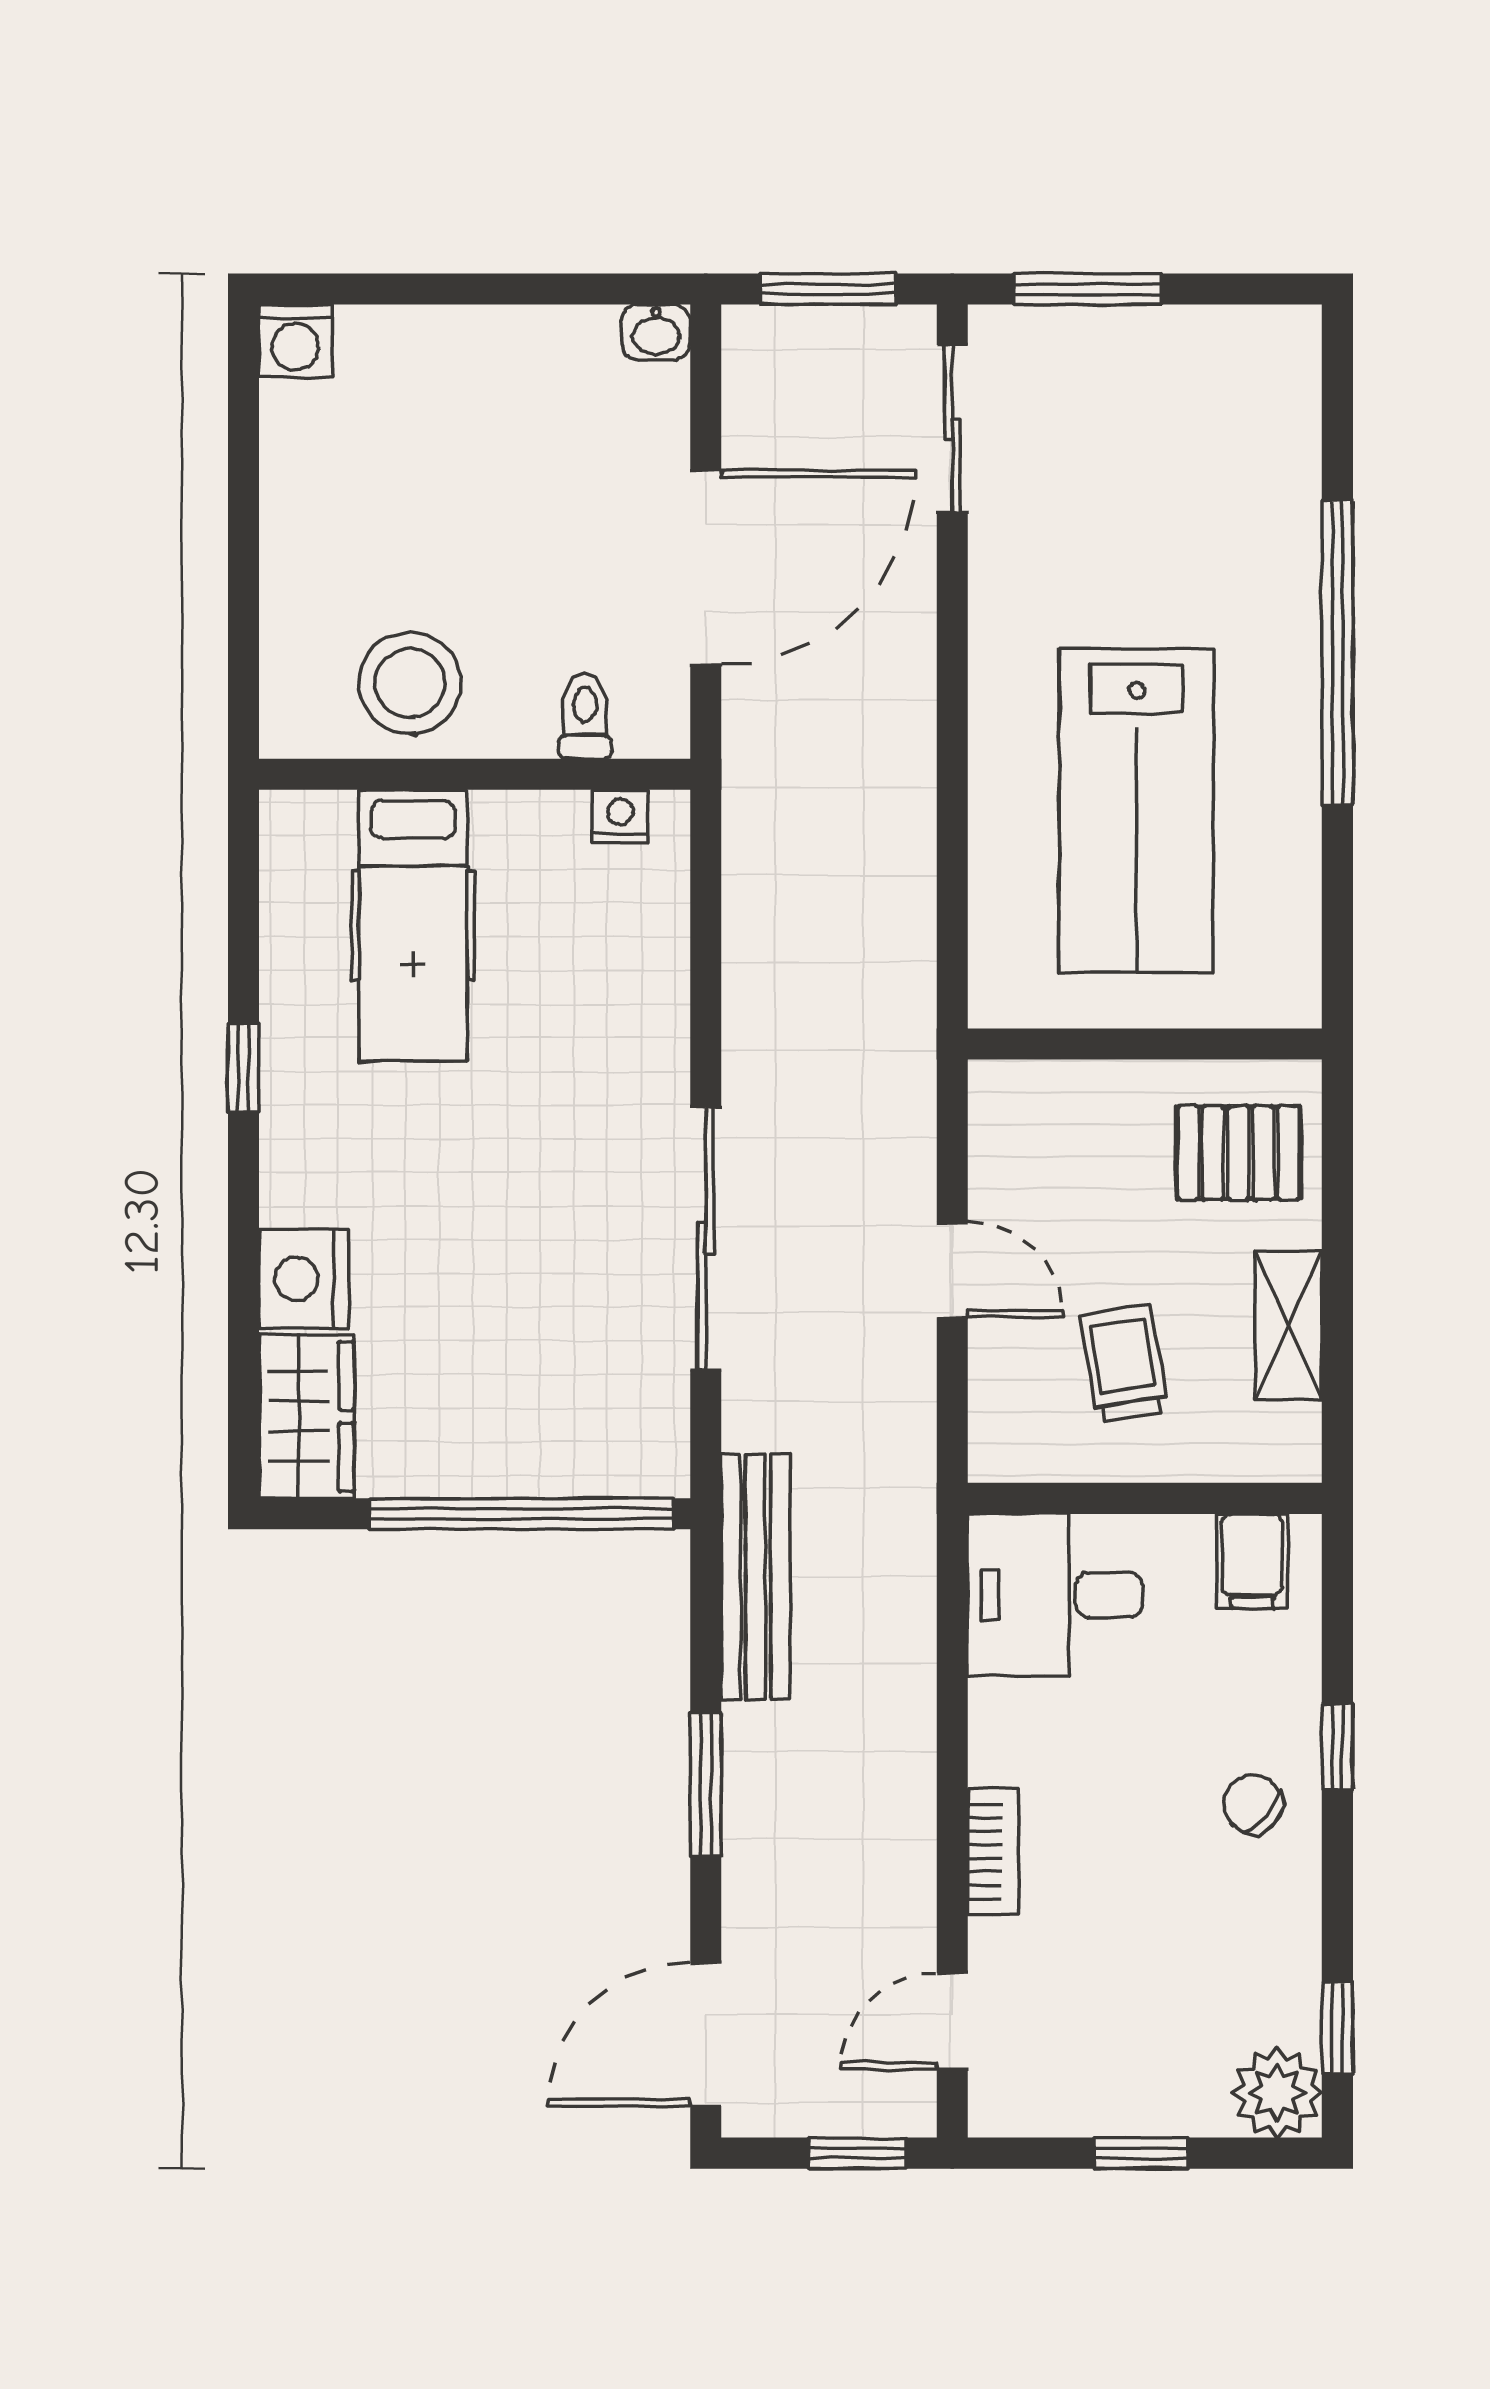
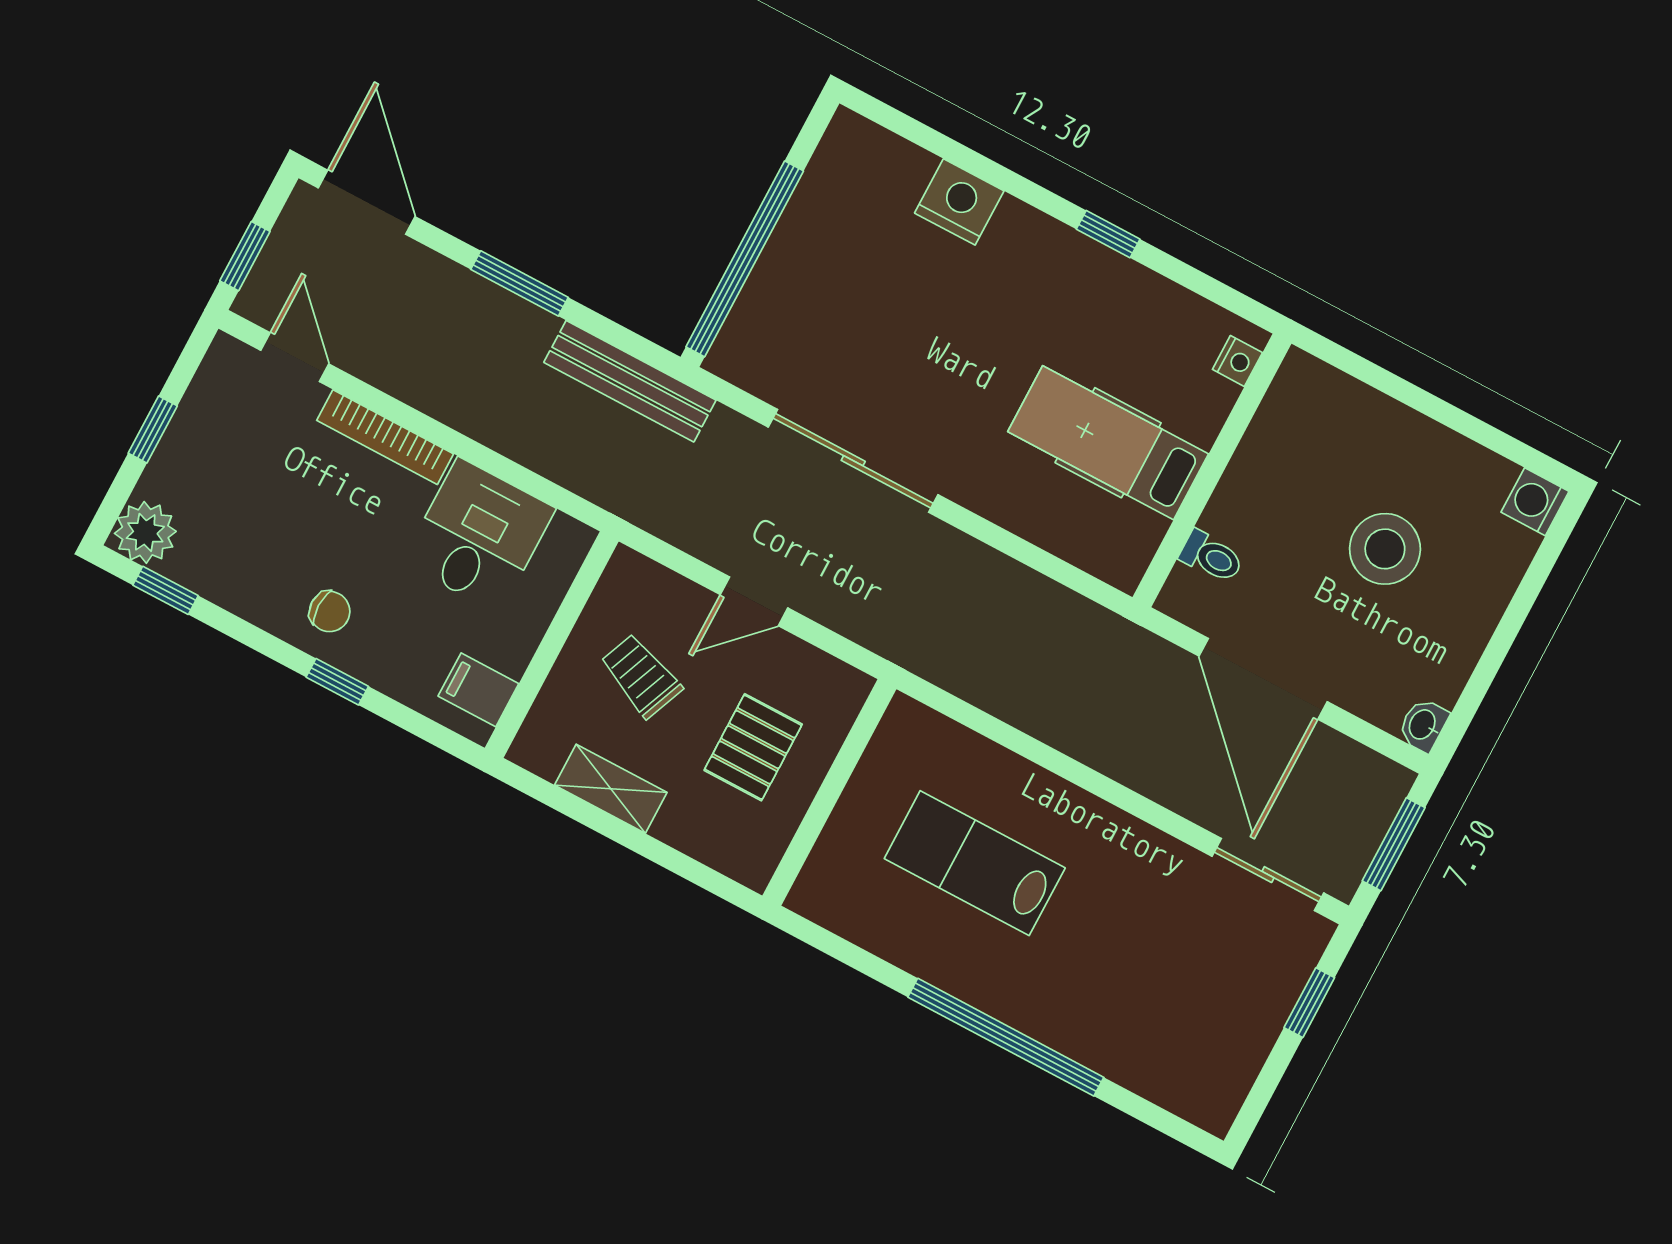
window: (1087, 289) -> (1309, 1003), width x0.67
stool: (410, 683) -> (1385, 549), moved
lab bench: (1137, 811) -> (975, 863), width x0.73, depth x0.72
nightstand: (620, 816) -> (1237, 361), moved
hospital bed: (413, 926) -> (1108, 443), moved
pallet: (1238, 1153) -> (753, 747), moved
trolley: (1124, 1363) -> (641, 676), turned -149
wardrobe: (307, 1416) -> (874, 159), removed
desk: (1055, 1595) -> (479, 535), moved
chair: (1253, 1804) -> (330, 612), turned 49
bookcase: (993, 1852) -> (385, 437), width x1.56

